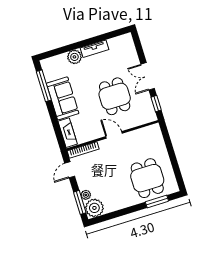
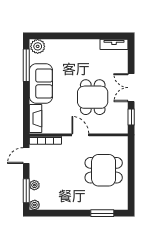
tv unit: (95, 49) -> (114, 44), moved
plant: (74, 57) -> (38, 46), moved
dining table: (147, 178) -> (104, 170), moved, turned 90
plant: (94, 208) -> (35, 205), width x0.53, depth x0.53

